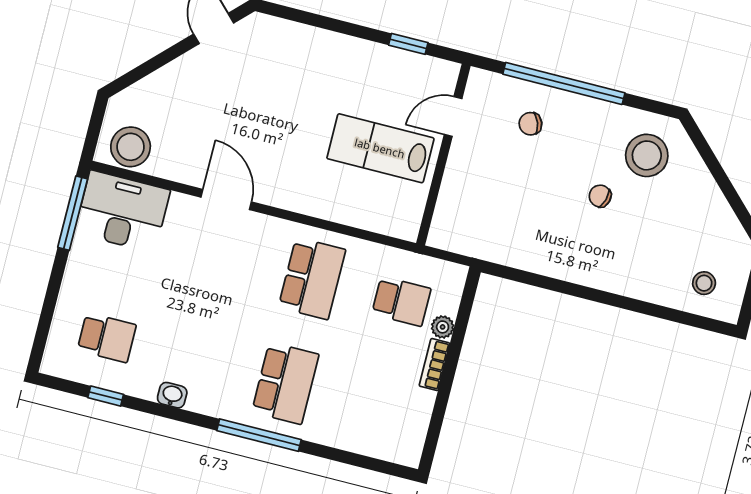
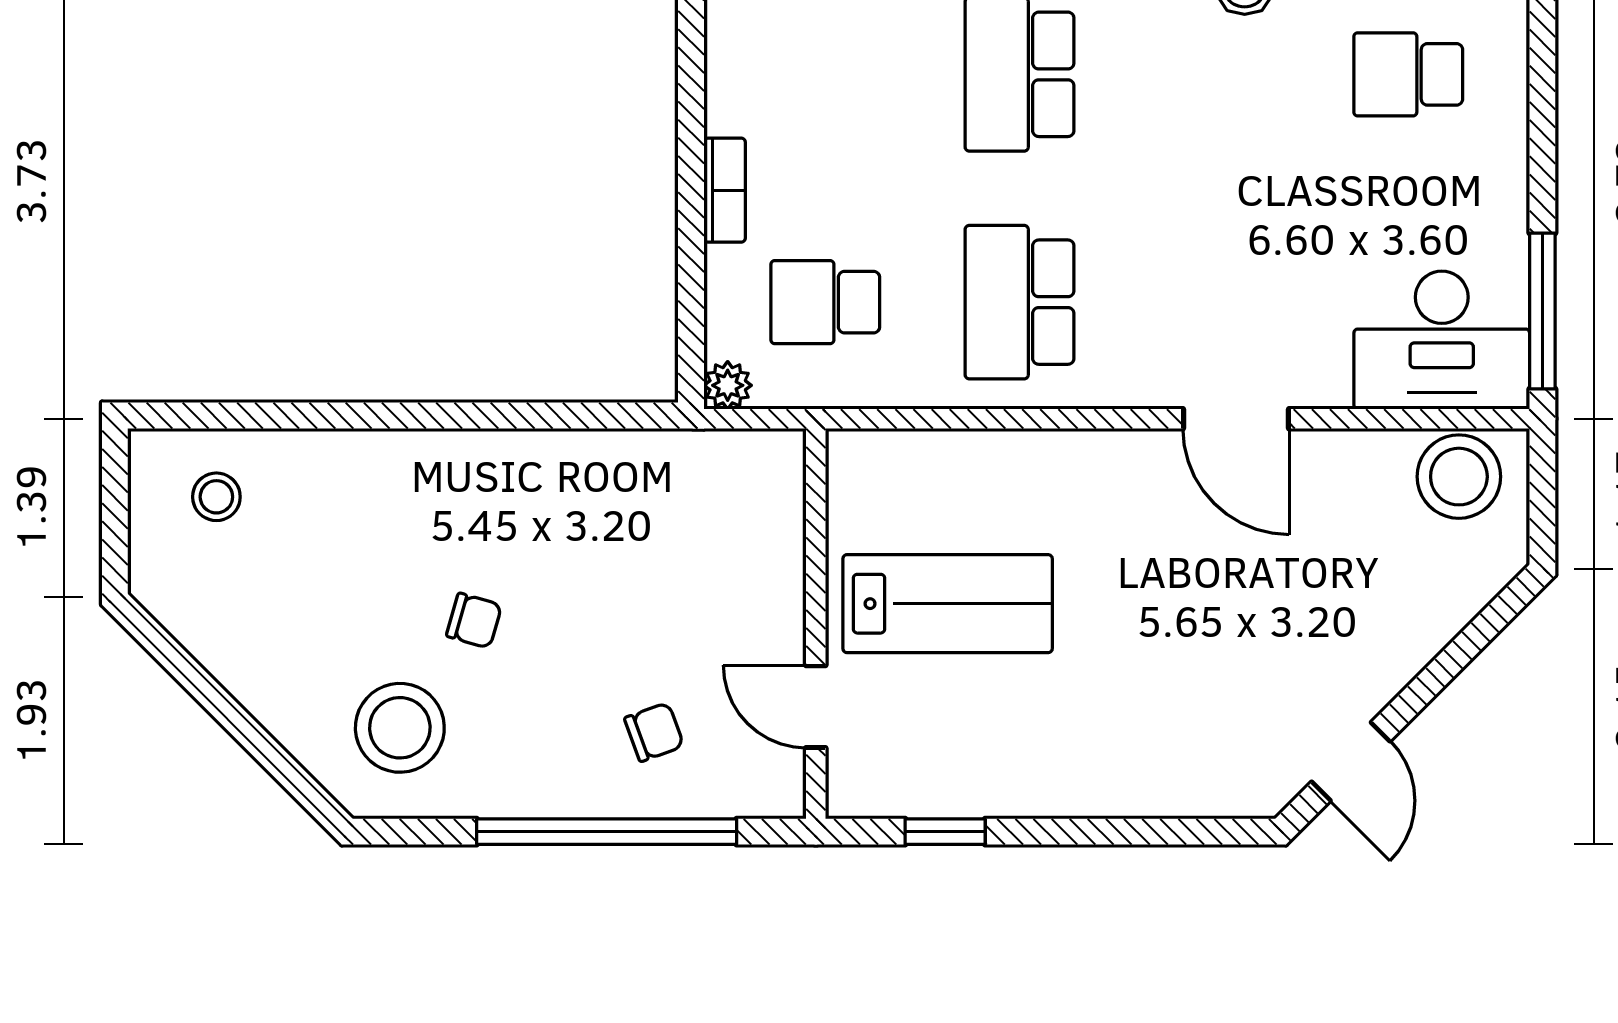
door: (453, 116) -> (816, 707), swing flipped
plant: (443, 327) -> (728, 385), moved

